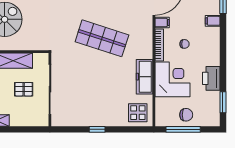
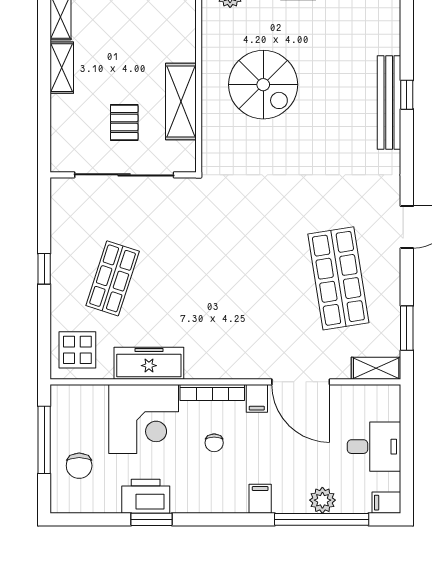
shop shelf: (102, 38) -> (113, 278), moved, width x0.70, depth x0.74
window: (223, 102) -> (152, 519), moved
chair: (186, 115) -> (79, 466), moved

